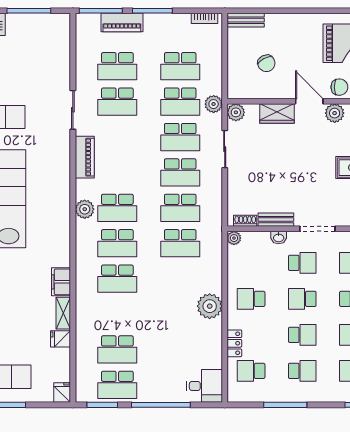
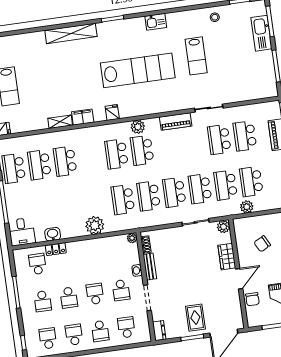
plant: (214, 104) -> (247, 207), moved
plant: (335, 113) -> (233, 298), removed
school desk: (117, 279) -> (65, 161), moved
school desk: (251, 299) -> (90, 257), removed
plant: (210, 306) -> (95, 225), moved
fridge: (61, 339) -> (112, 112), moved
washbasin: (214, 345) -> (53, 234), added

